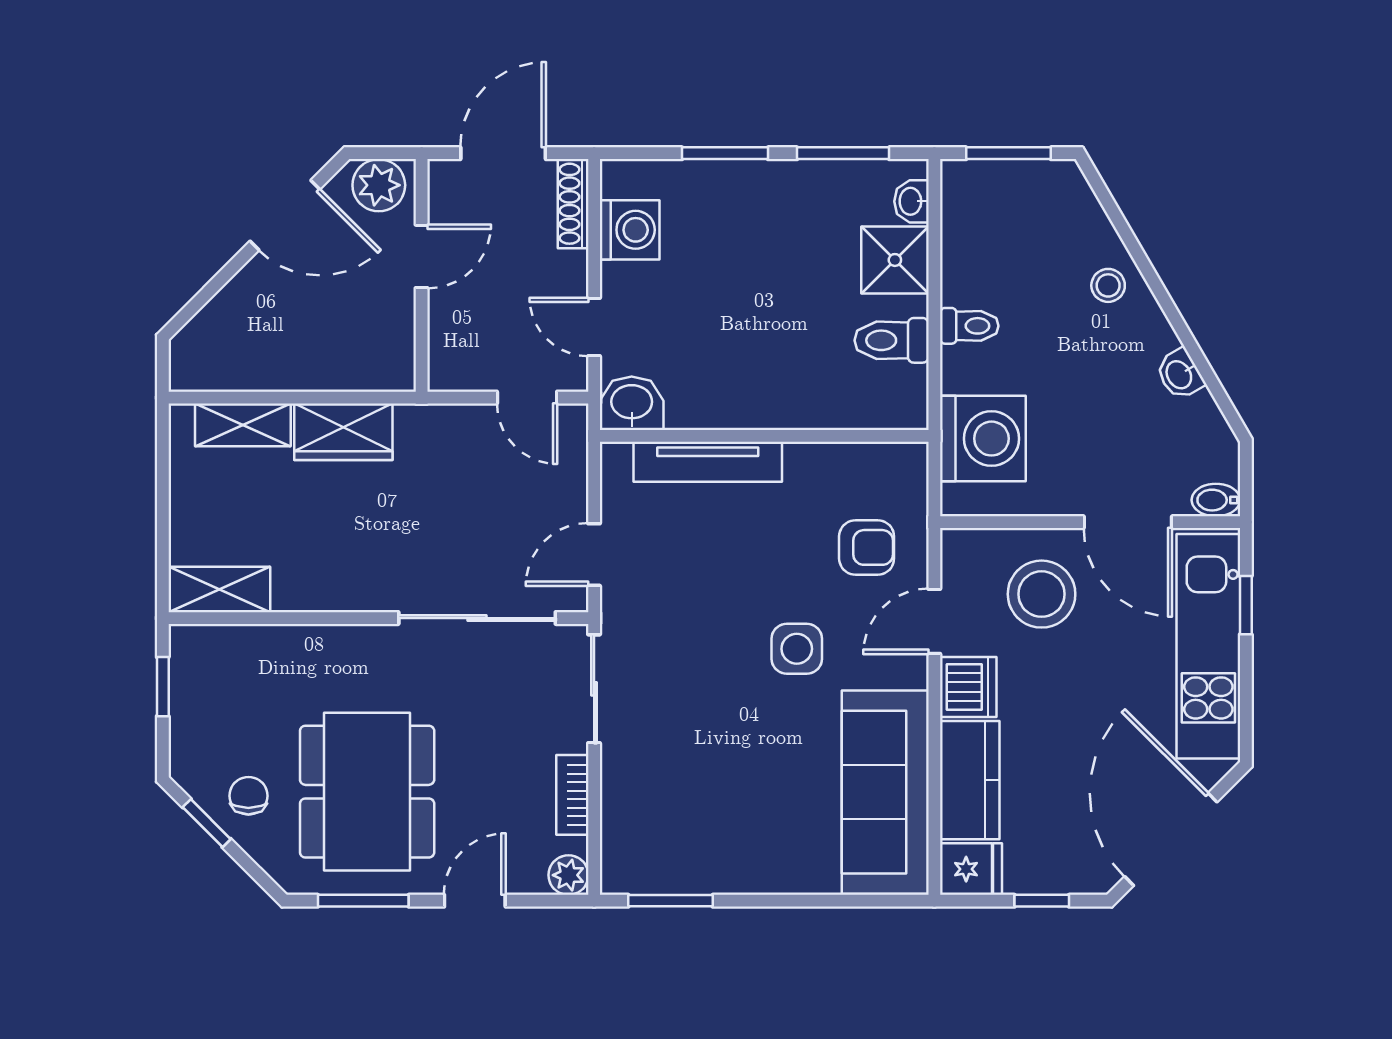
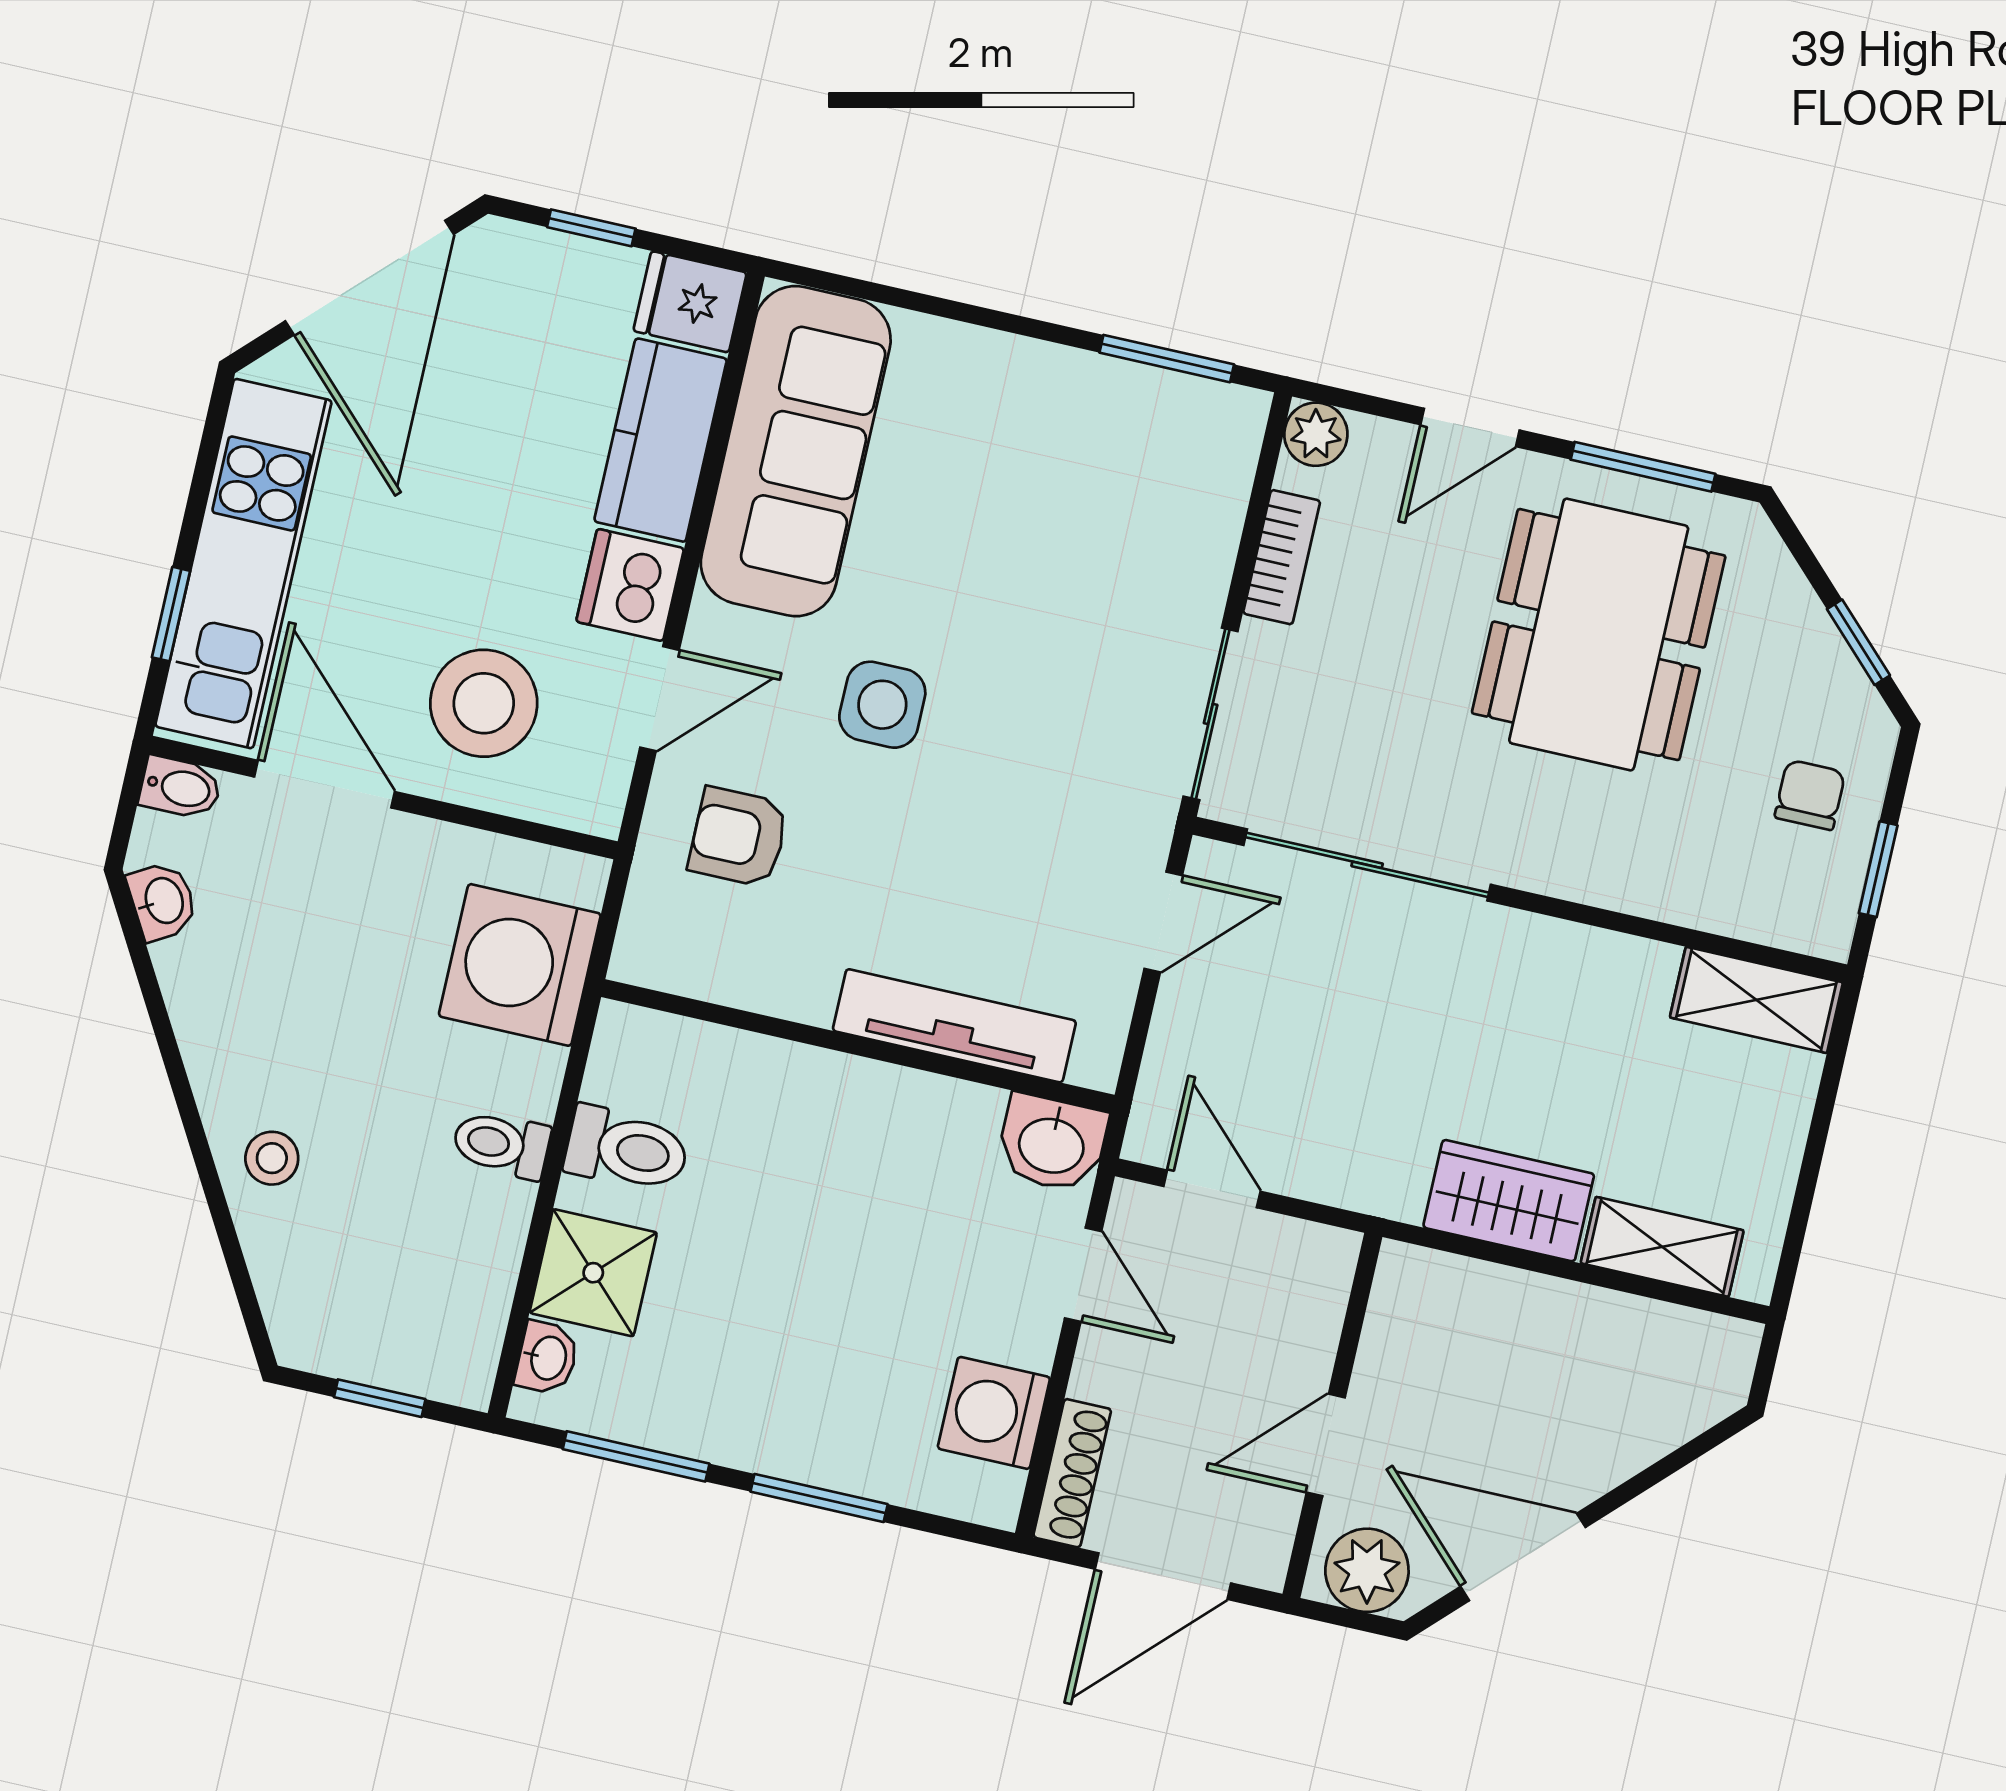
window: (1008, 153) -> (380, 1398), width x0.67
washbasin: (1180, 374) -> (163, 901), moved
chair: (248, 796) -> (1810, 795), moved, turned 180

